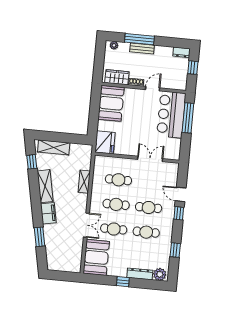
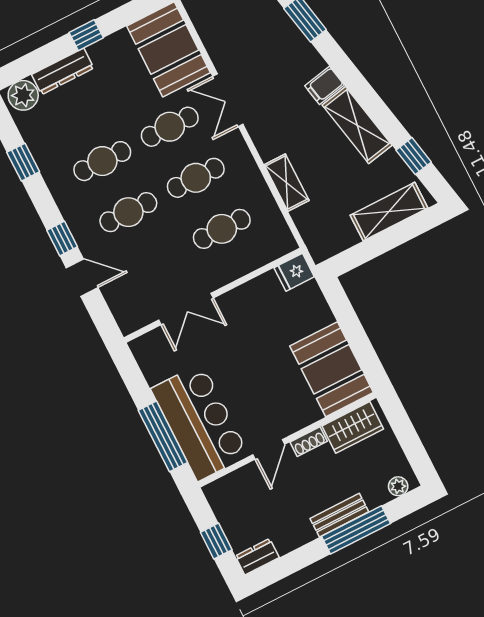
fridge: (105, 142) -> (294, 272), width x0.53, depth x0.75
filing cabinet: (48, 213) -> (325, 85), width x0.50

